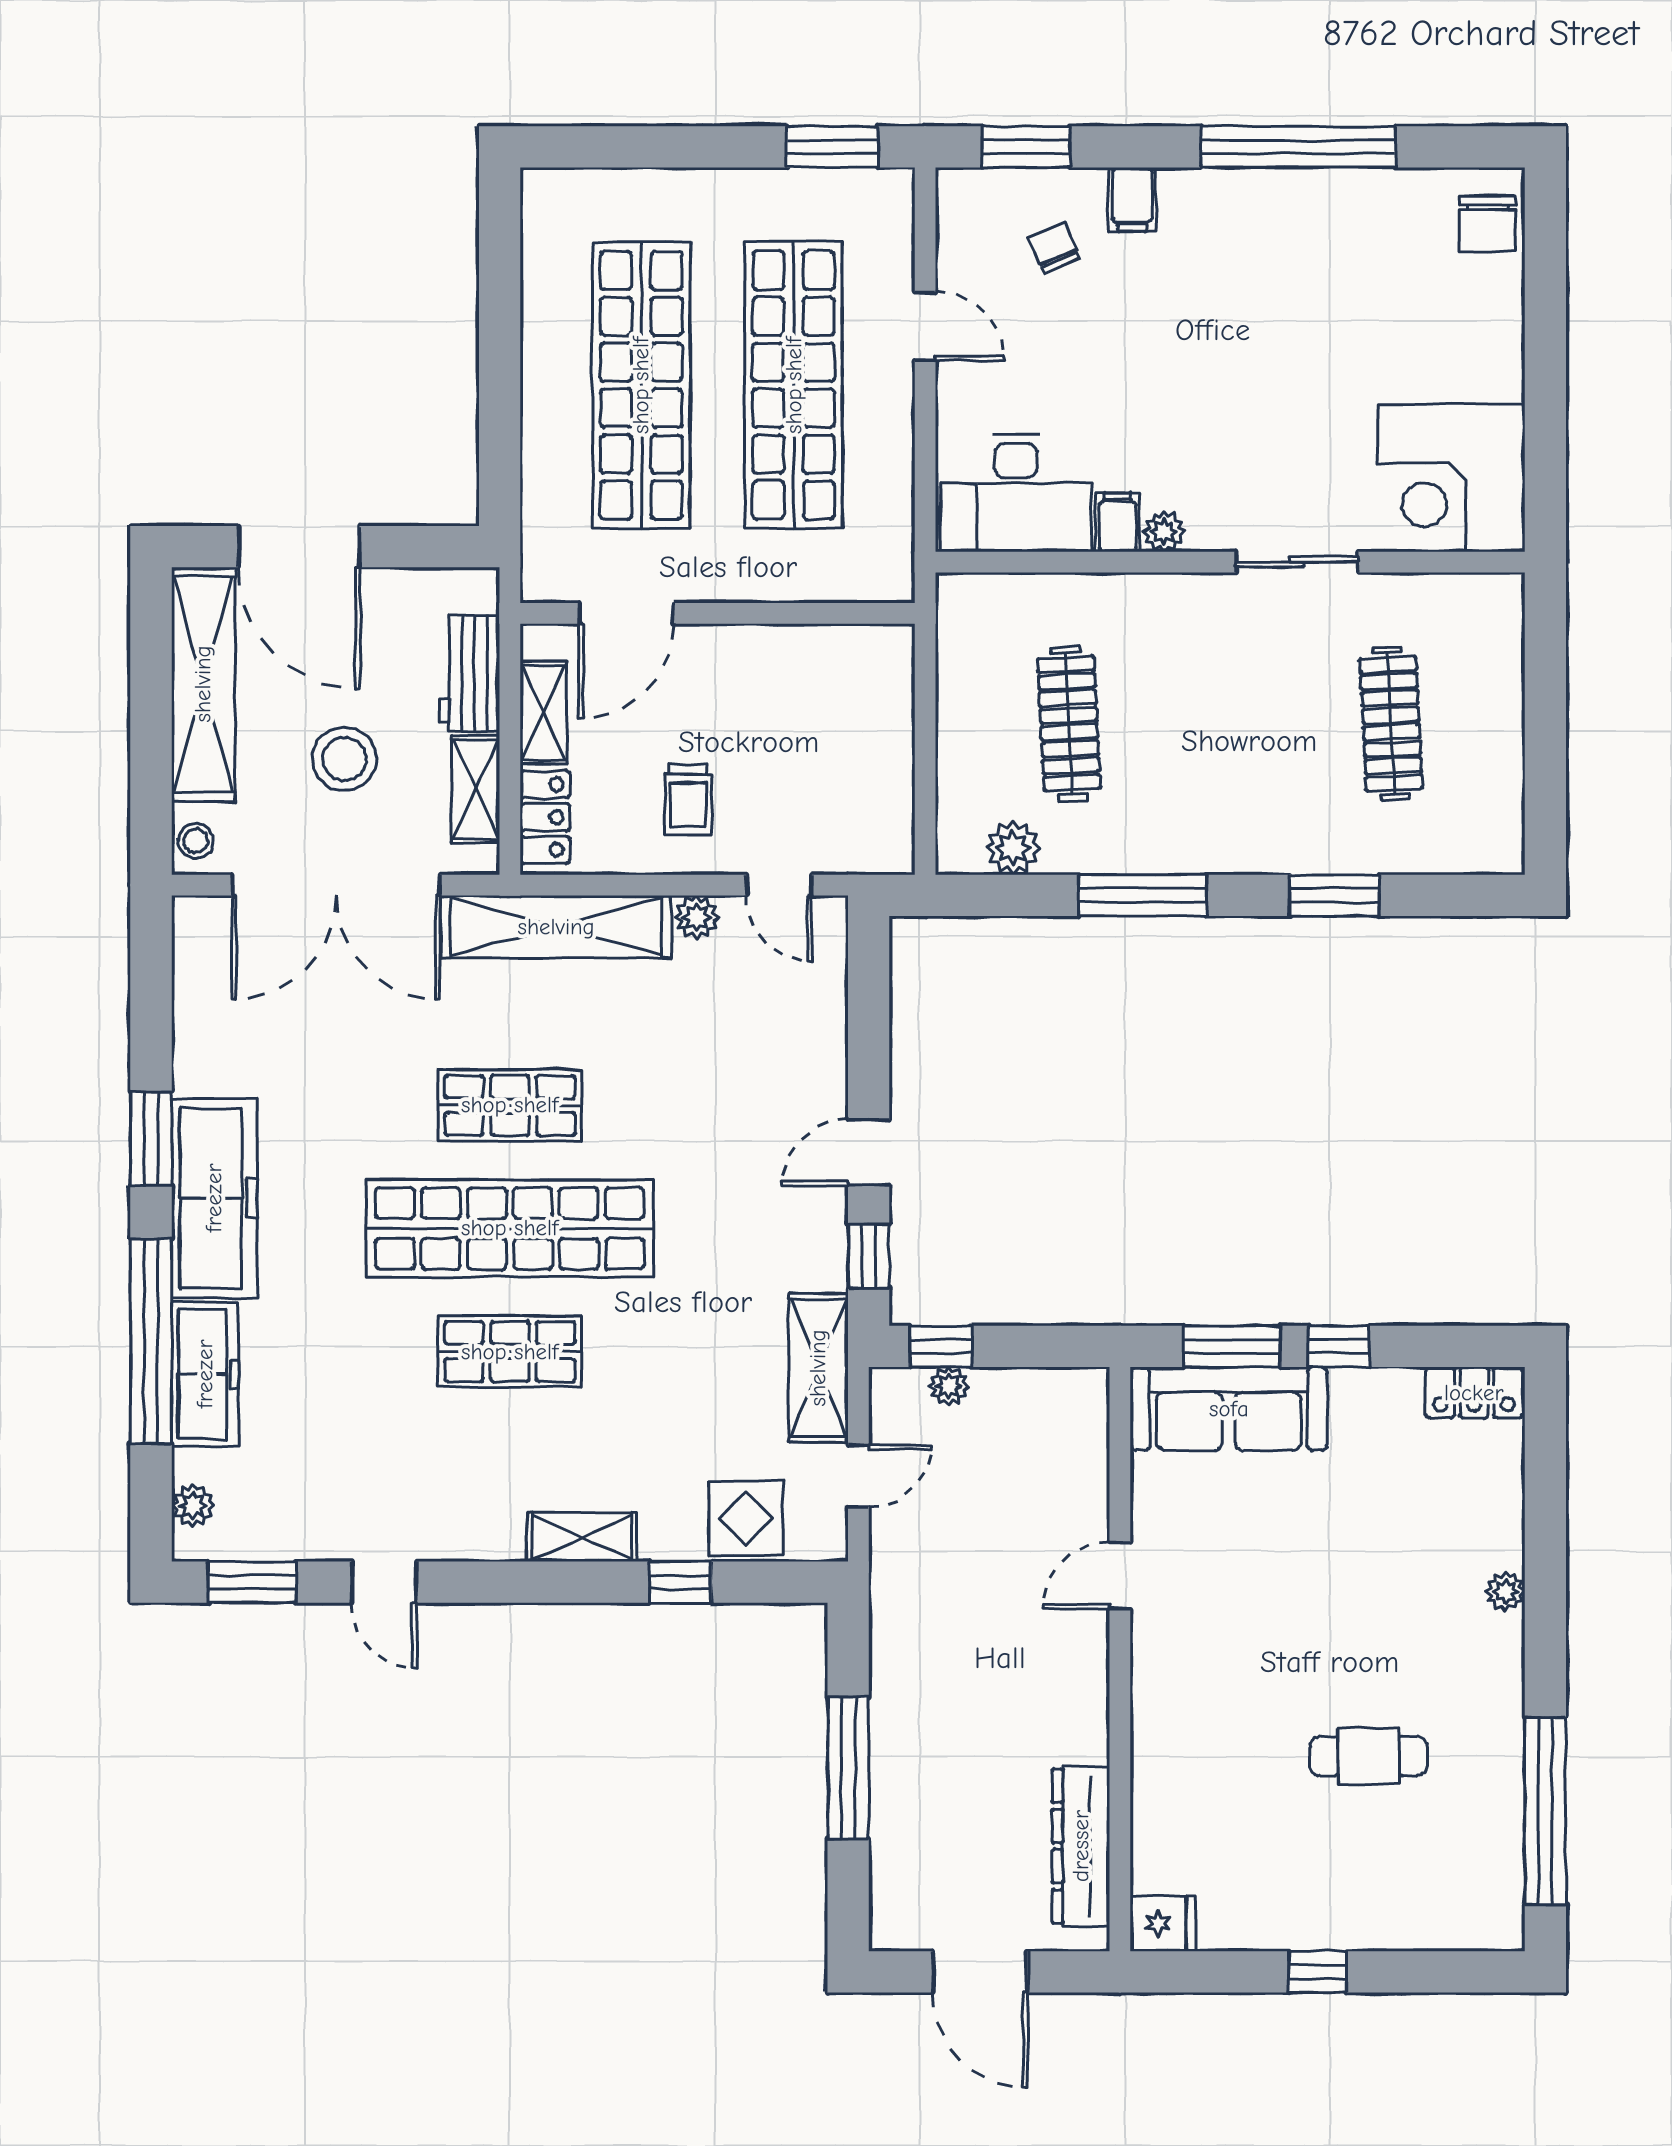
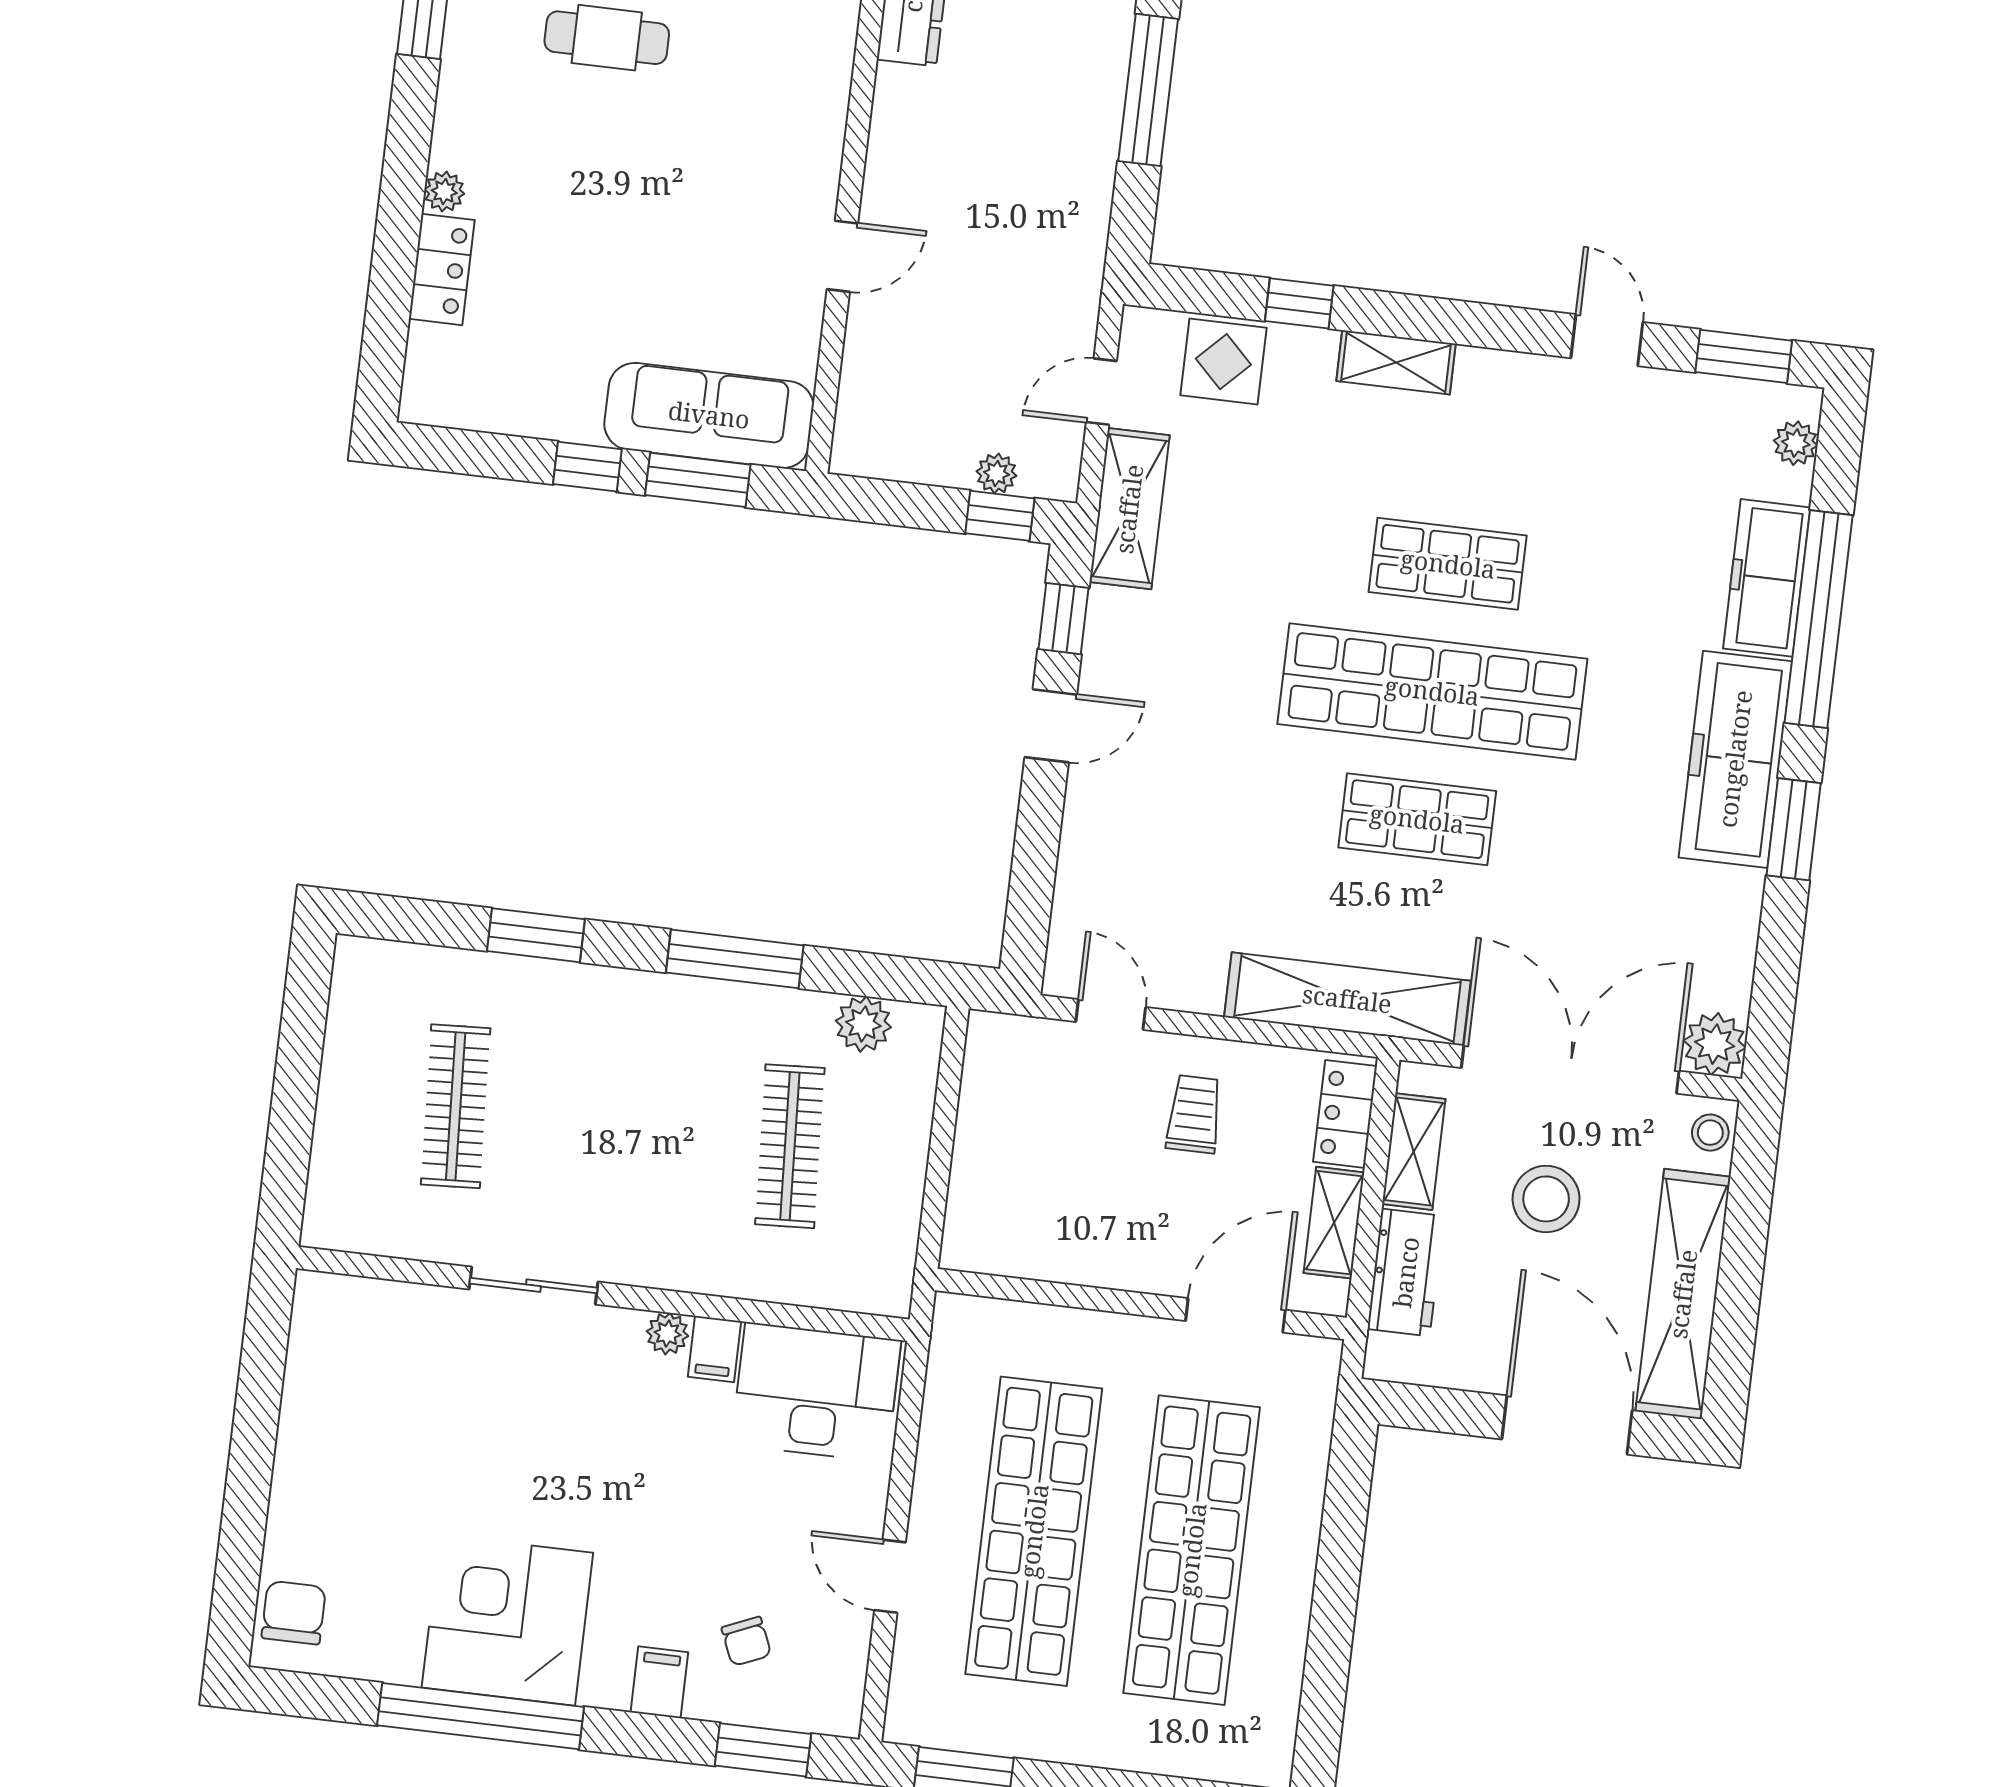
corner desk: (1451, 478) -> (507, 1620), moved, turned -90
plant: (697, 917) -> (1715, 1044), moved, width x1.38, depth x1.38
locker: (1474, 1393) -> (442, 269), moved, turned 90

